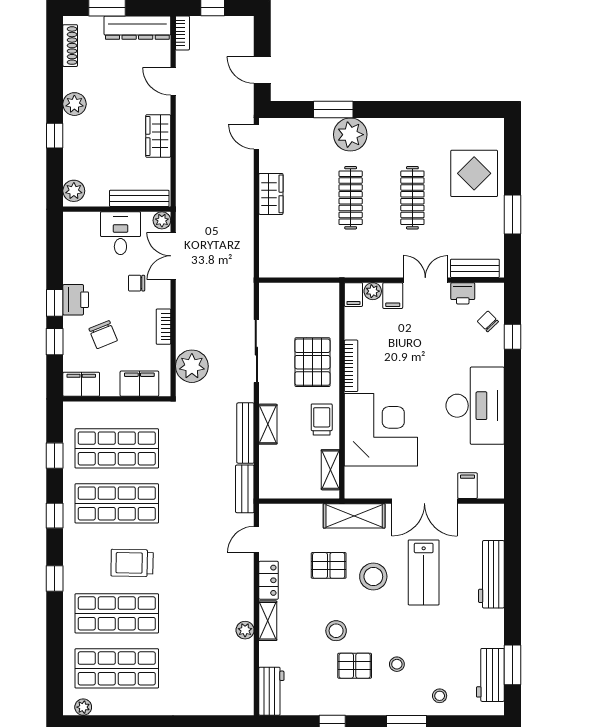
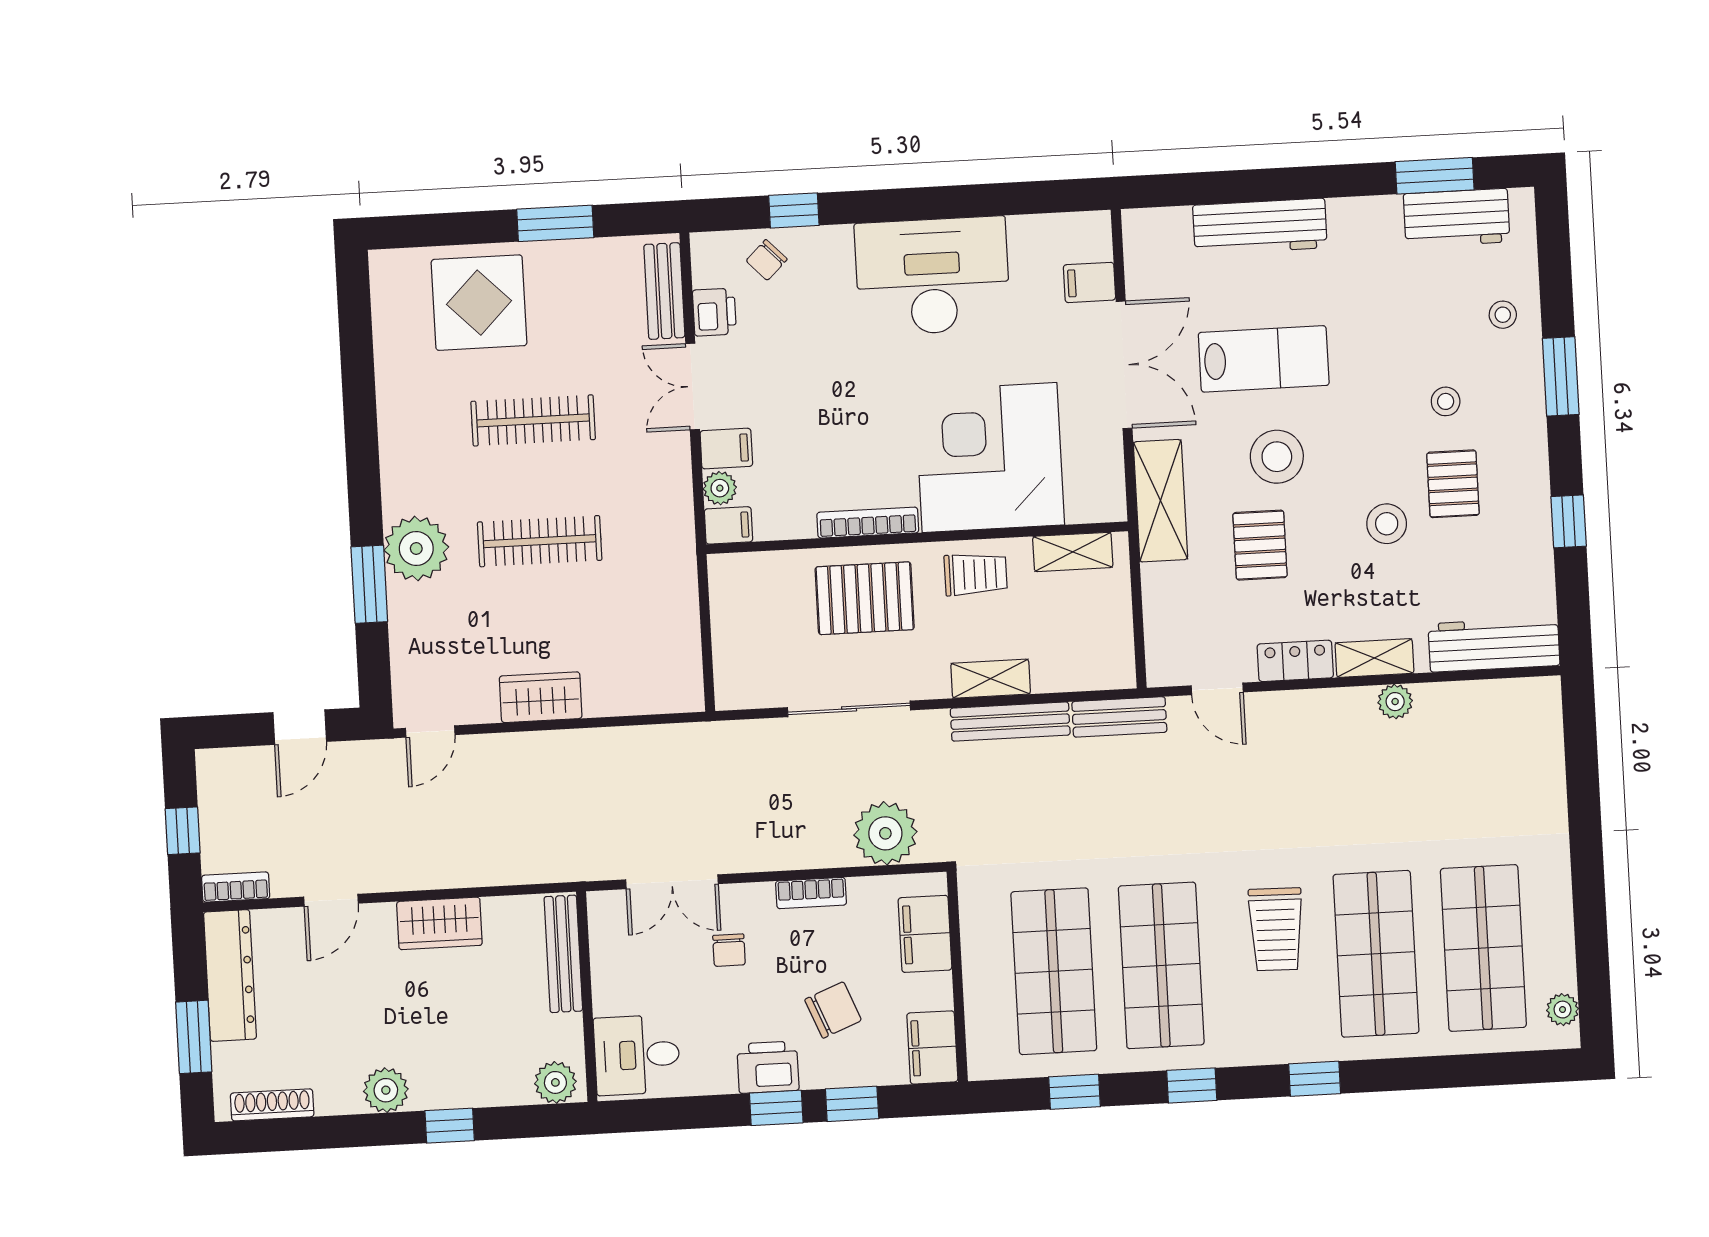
plant: (162, 220) -> (604, 907), removed
desk: (120, 233) -> (637, 1055), moved
trolley: (322, 419) -> (976, 574), turned 180
workbench: (271, 691) -> (1494, 645), width x1.37

